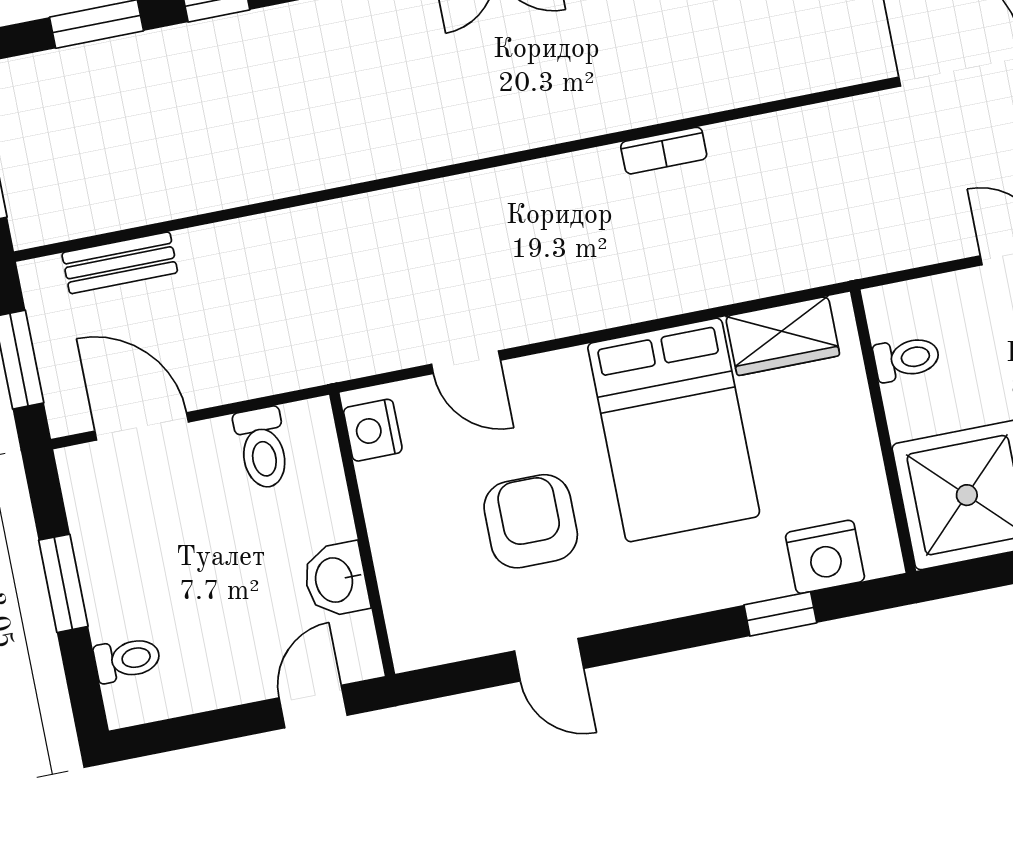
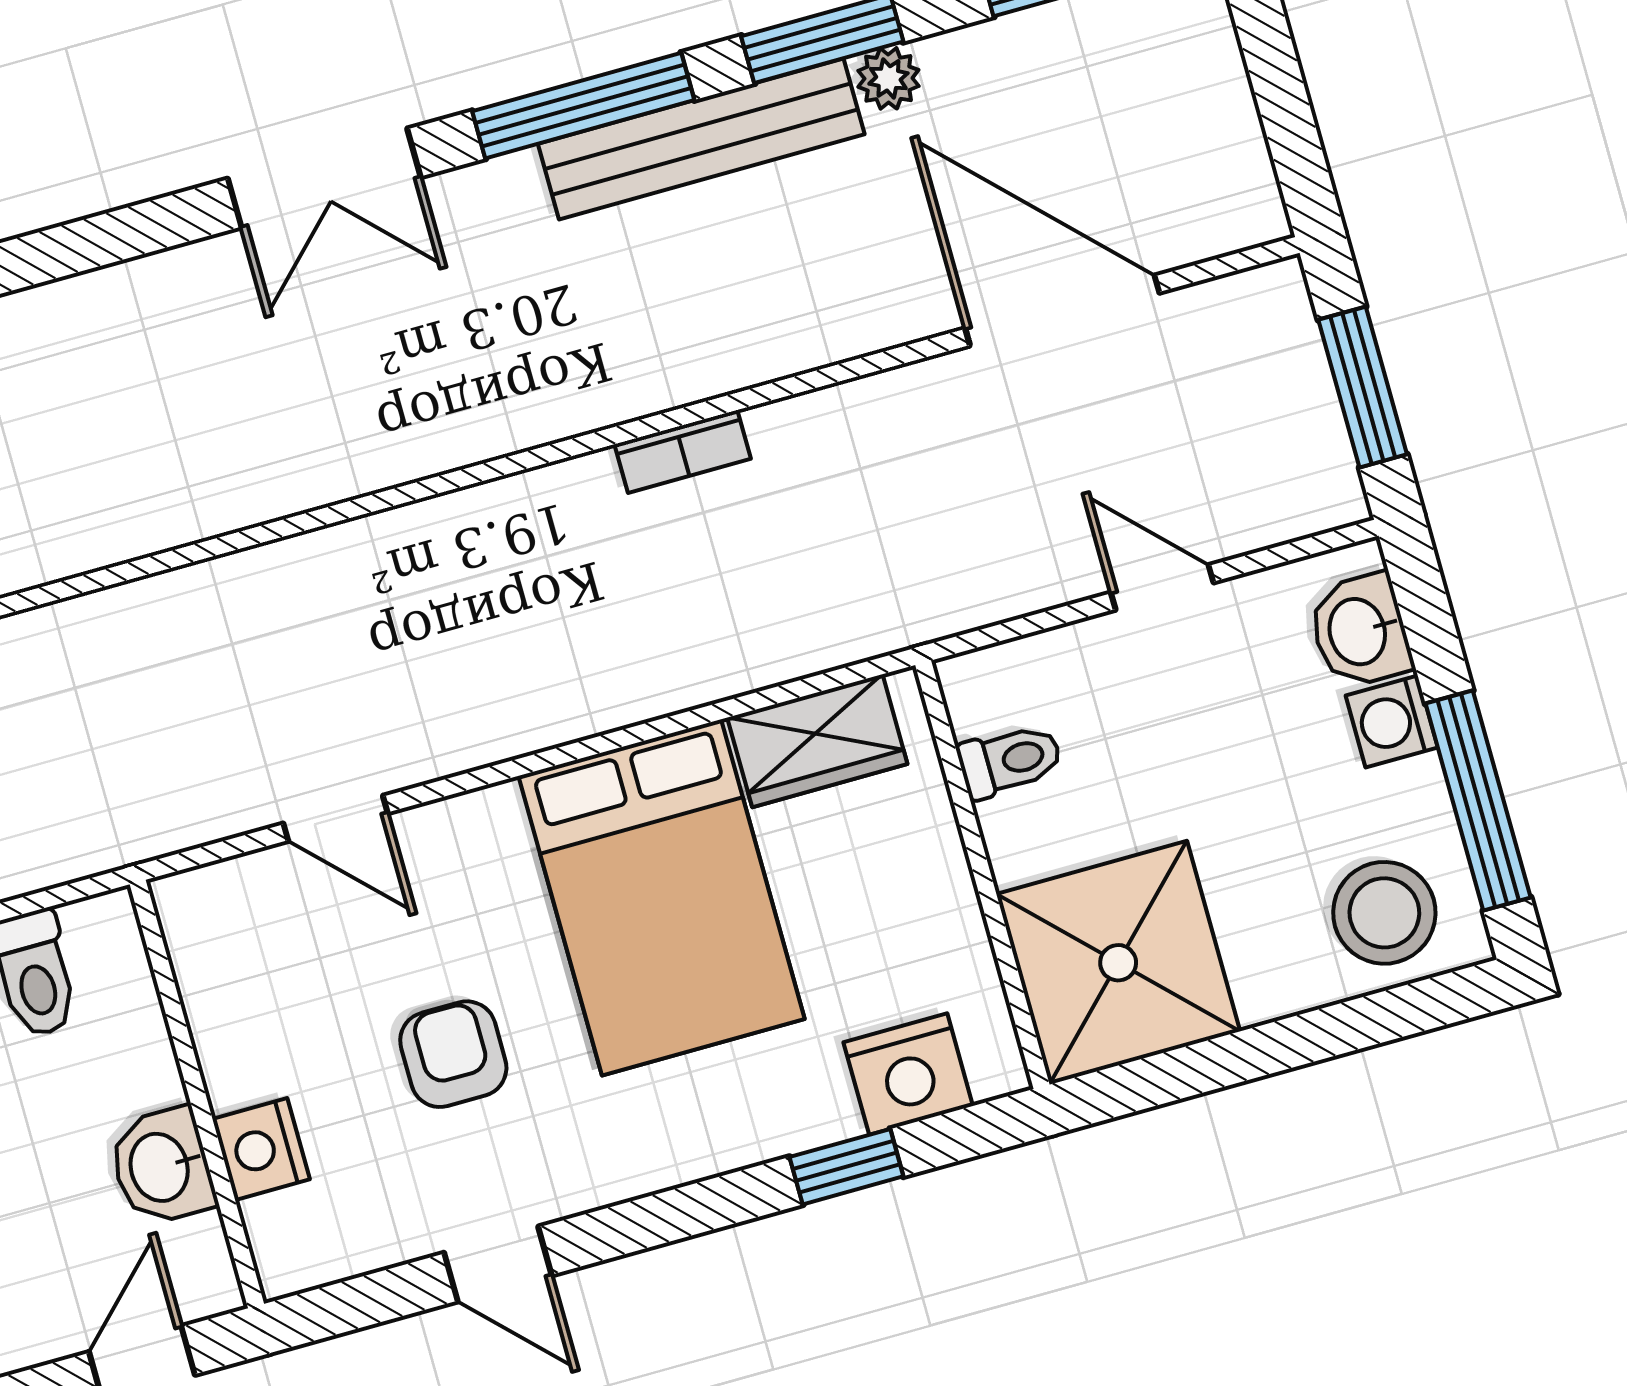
bookcase: (664, 151) -> (683, 452), moved
nightstand: (373, 430) -> (261, 1149), moved
armchair: (531, 521) -> (453, 1054), width x0.72, depth x0.72

